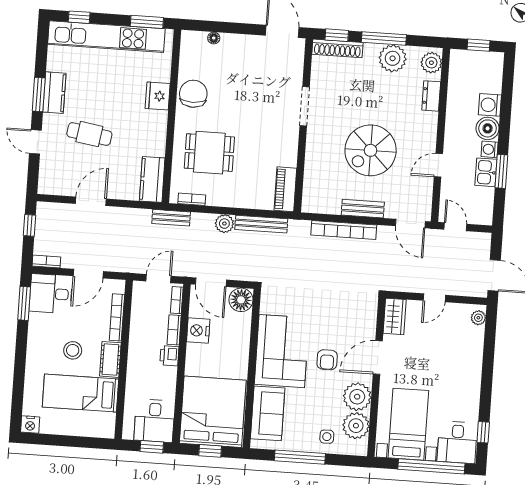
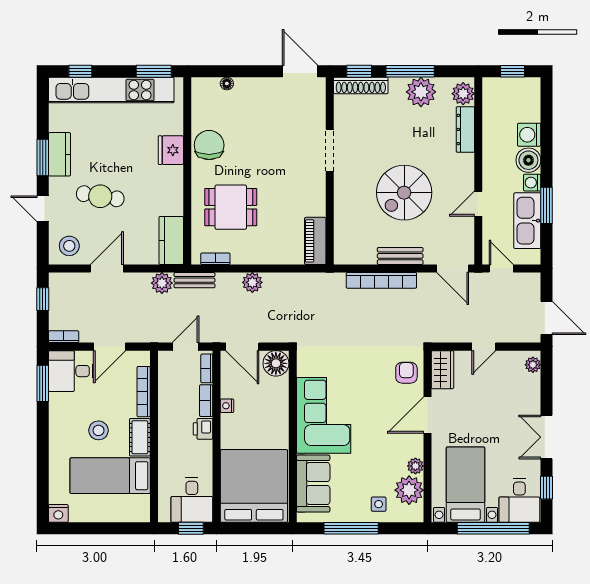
dresser: (431, 96) -> (465, 129), width x1.44
kitchen sink: (486, 172) -> (527, 221), width x1.88, depth x1.24
stool: (58, 178) -> (69, 246), added
plant: (141, 218) -> (162, 283), added
bench: (261, 224) -> (292, 280), removed
nightstand: (198, 331) -> (227, 406), width x0.53, depth x0.56
armchair: (327, 360) -> (406, 373), moved, turned 180
double door: (486, 385) -> (547, 437), added
plant: (357, 397) -> (415, 466), width x0.53, depth x0.53
window: (210, 451) -> (254, 528), removed

